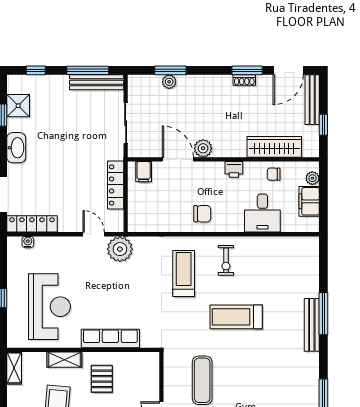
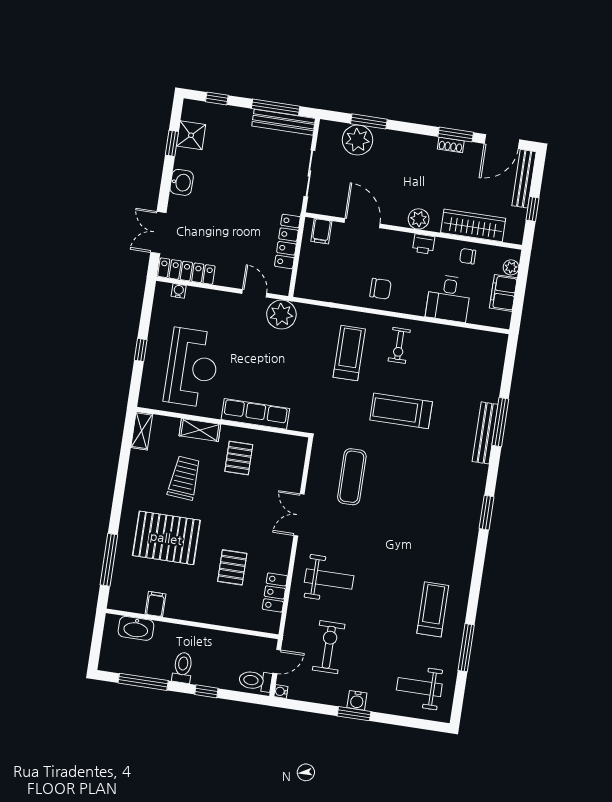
plant: (169, 82) -> (358, 140), width x1.88, depth x1.88
washbasin: (16, 148) -> (182, 182), width x0.72
plant: (203, 148) -> (419, 219), moved

